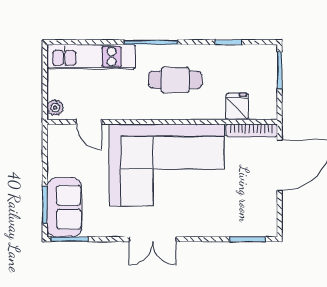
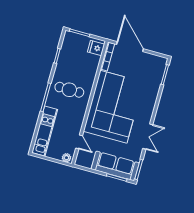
cafe table: (175, 80) -> (69, 90), turned 90
fridge: (237, 106) -> (96, 48), moved
door: (89, 122) -> (79, 142), hinge flipped
sofa: (64, 207) -> (115, 166), width x1.36
double door: (153, 239) -> (148, 137), moved

